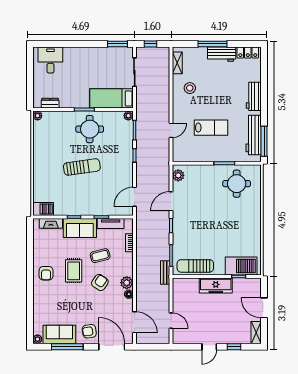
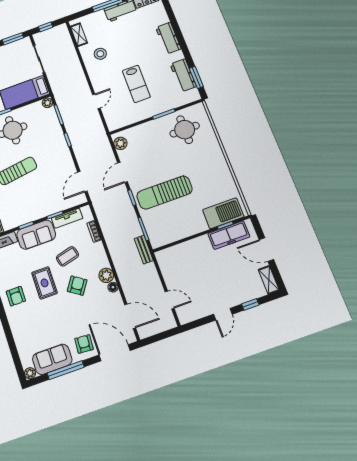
lab bench: (211, 128) -> (136, 84), turned 90
workbench: (254, 135) -> (183, 75), width x0.73
window: (264, 141) -> (196, 77), width x0.69
sun lounger: (195, 266) -> (164, 193), moved, width x1.36, depth x1.34
freezer: (216, 286) -> (229, 235), moved
armchair: (89, 331) -> (84, 344), turned 102

